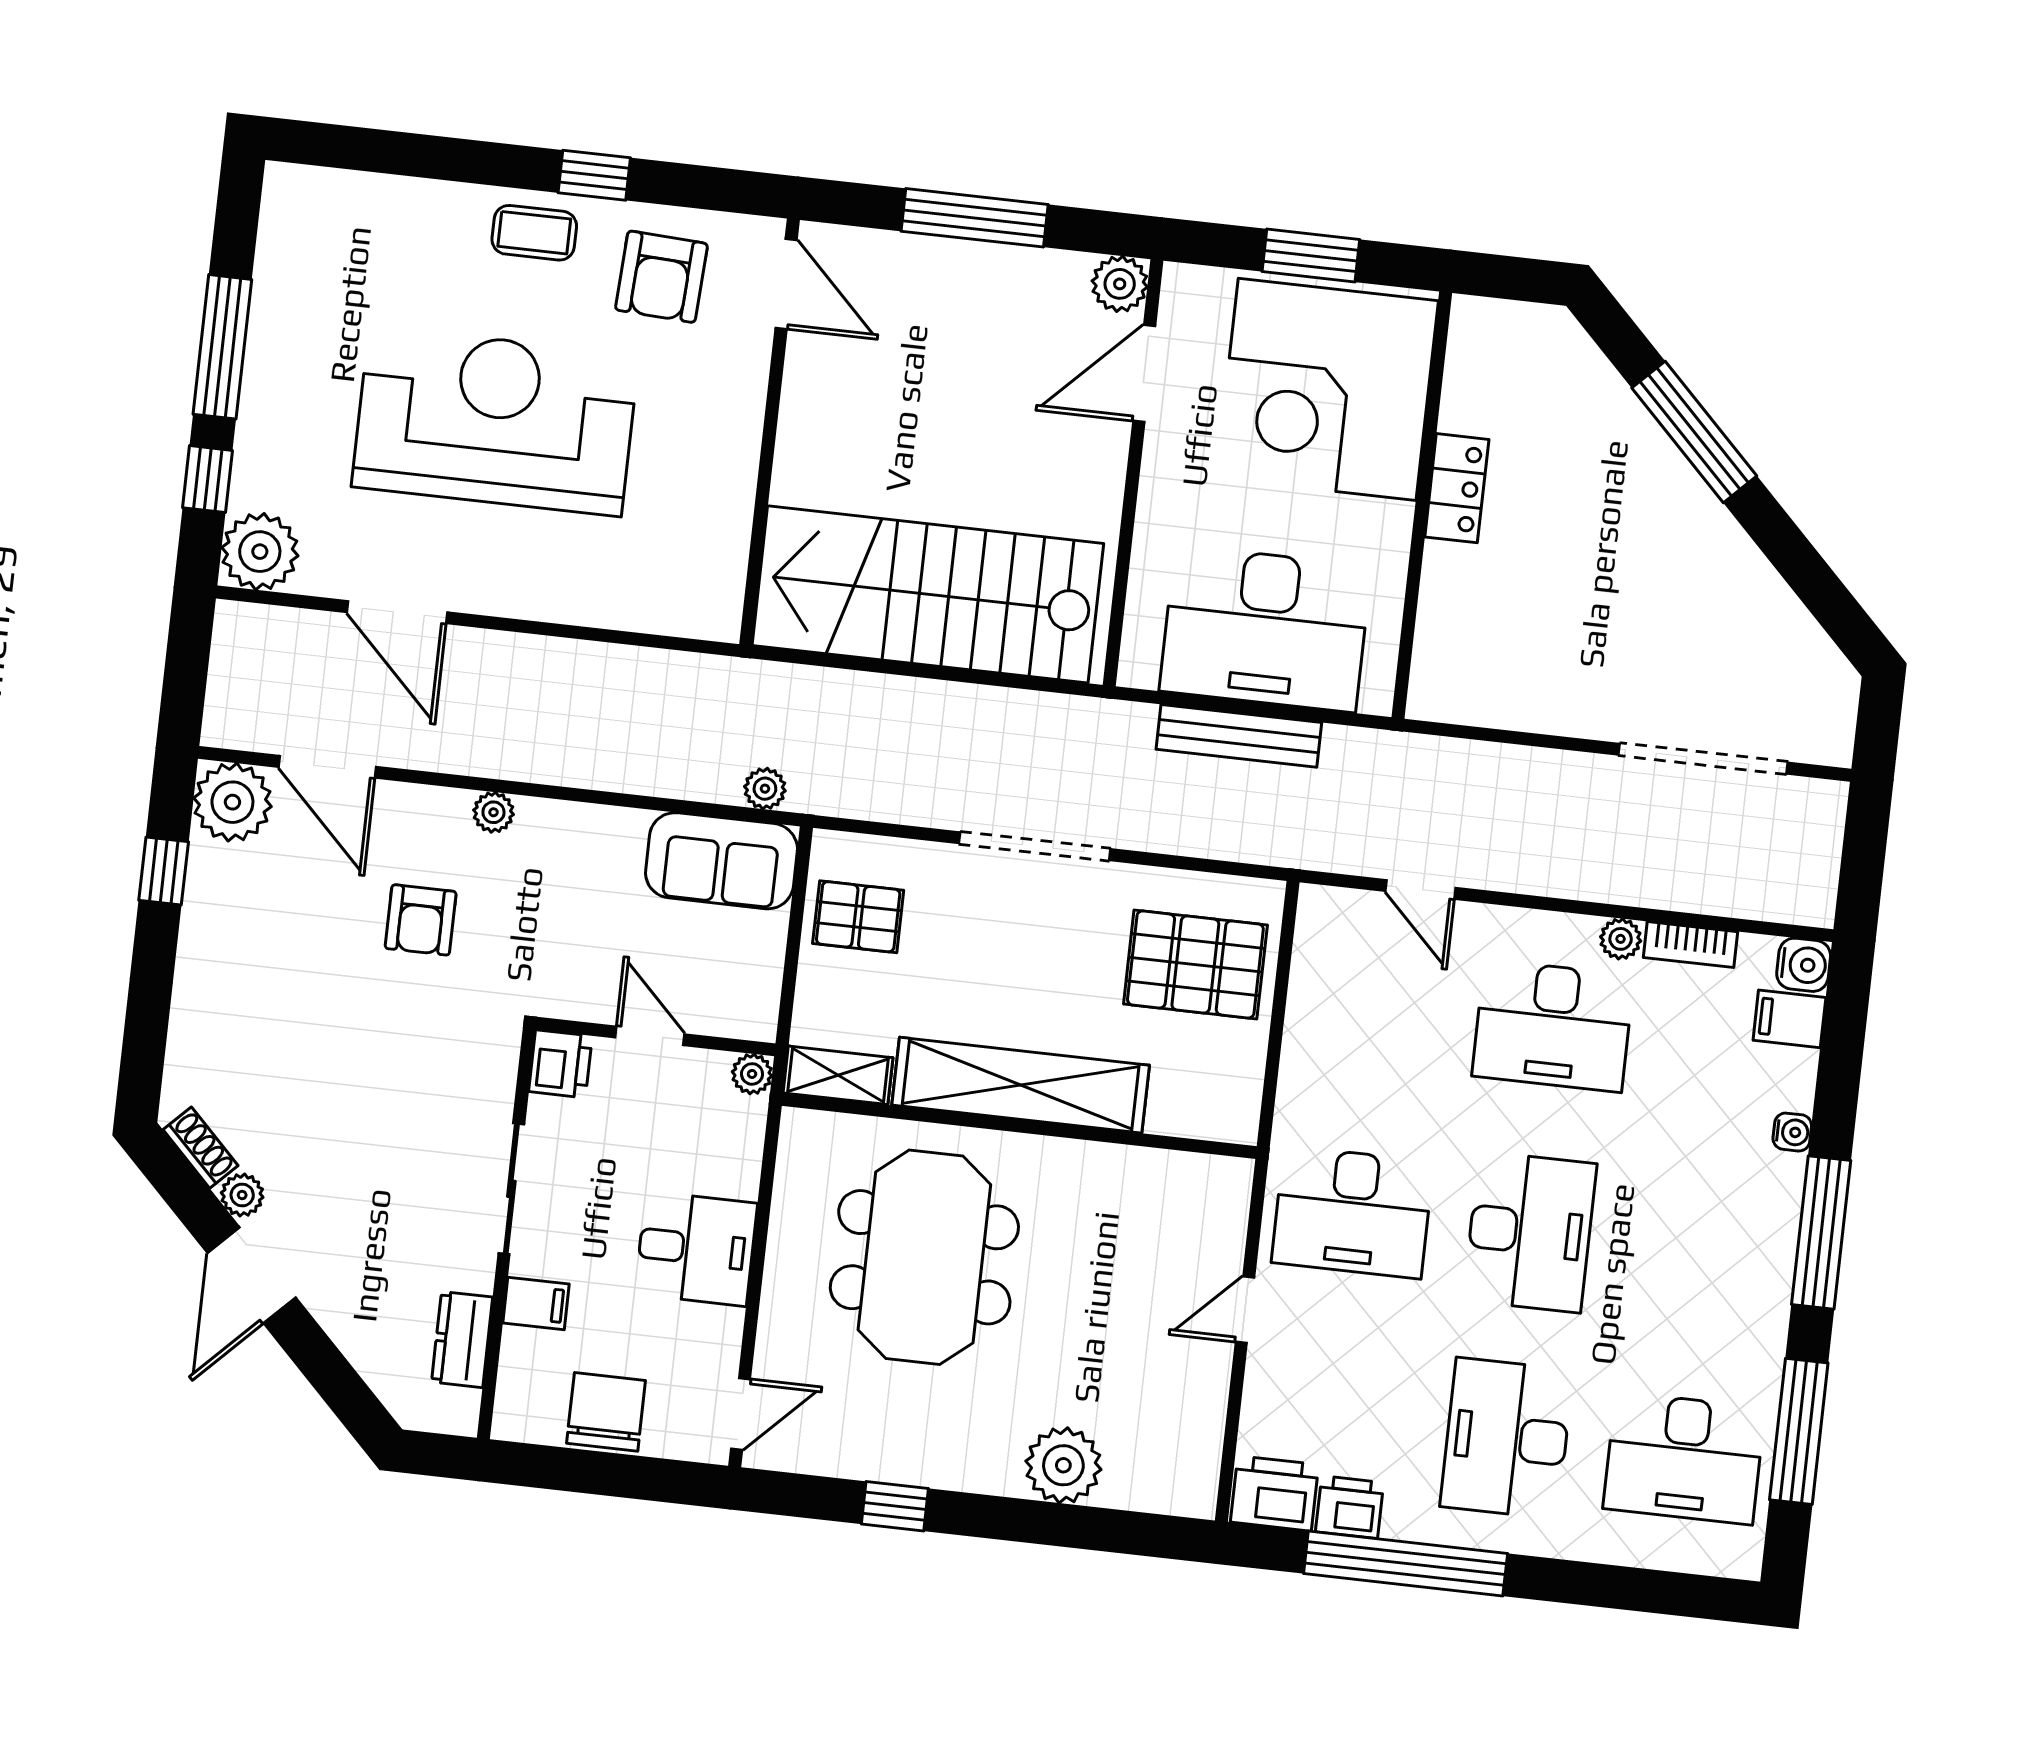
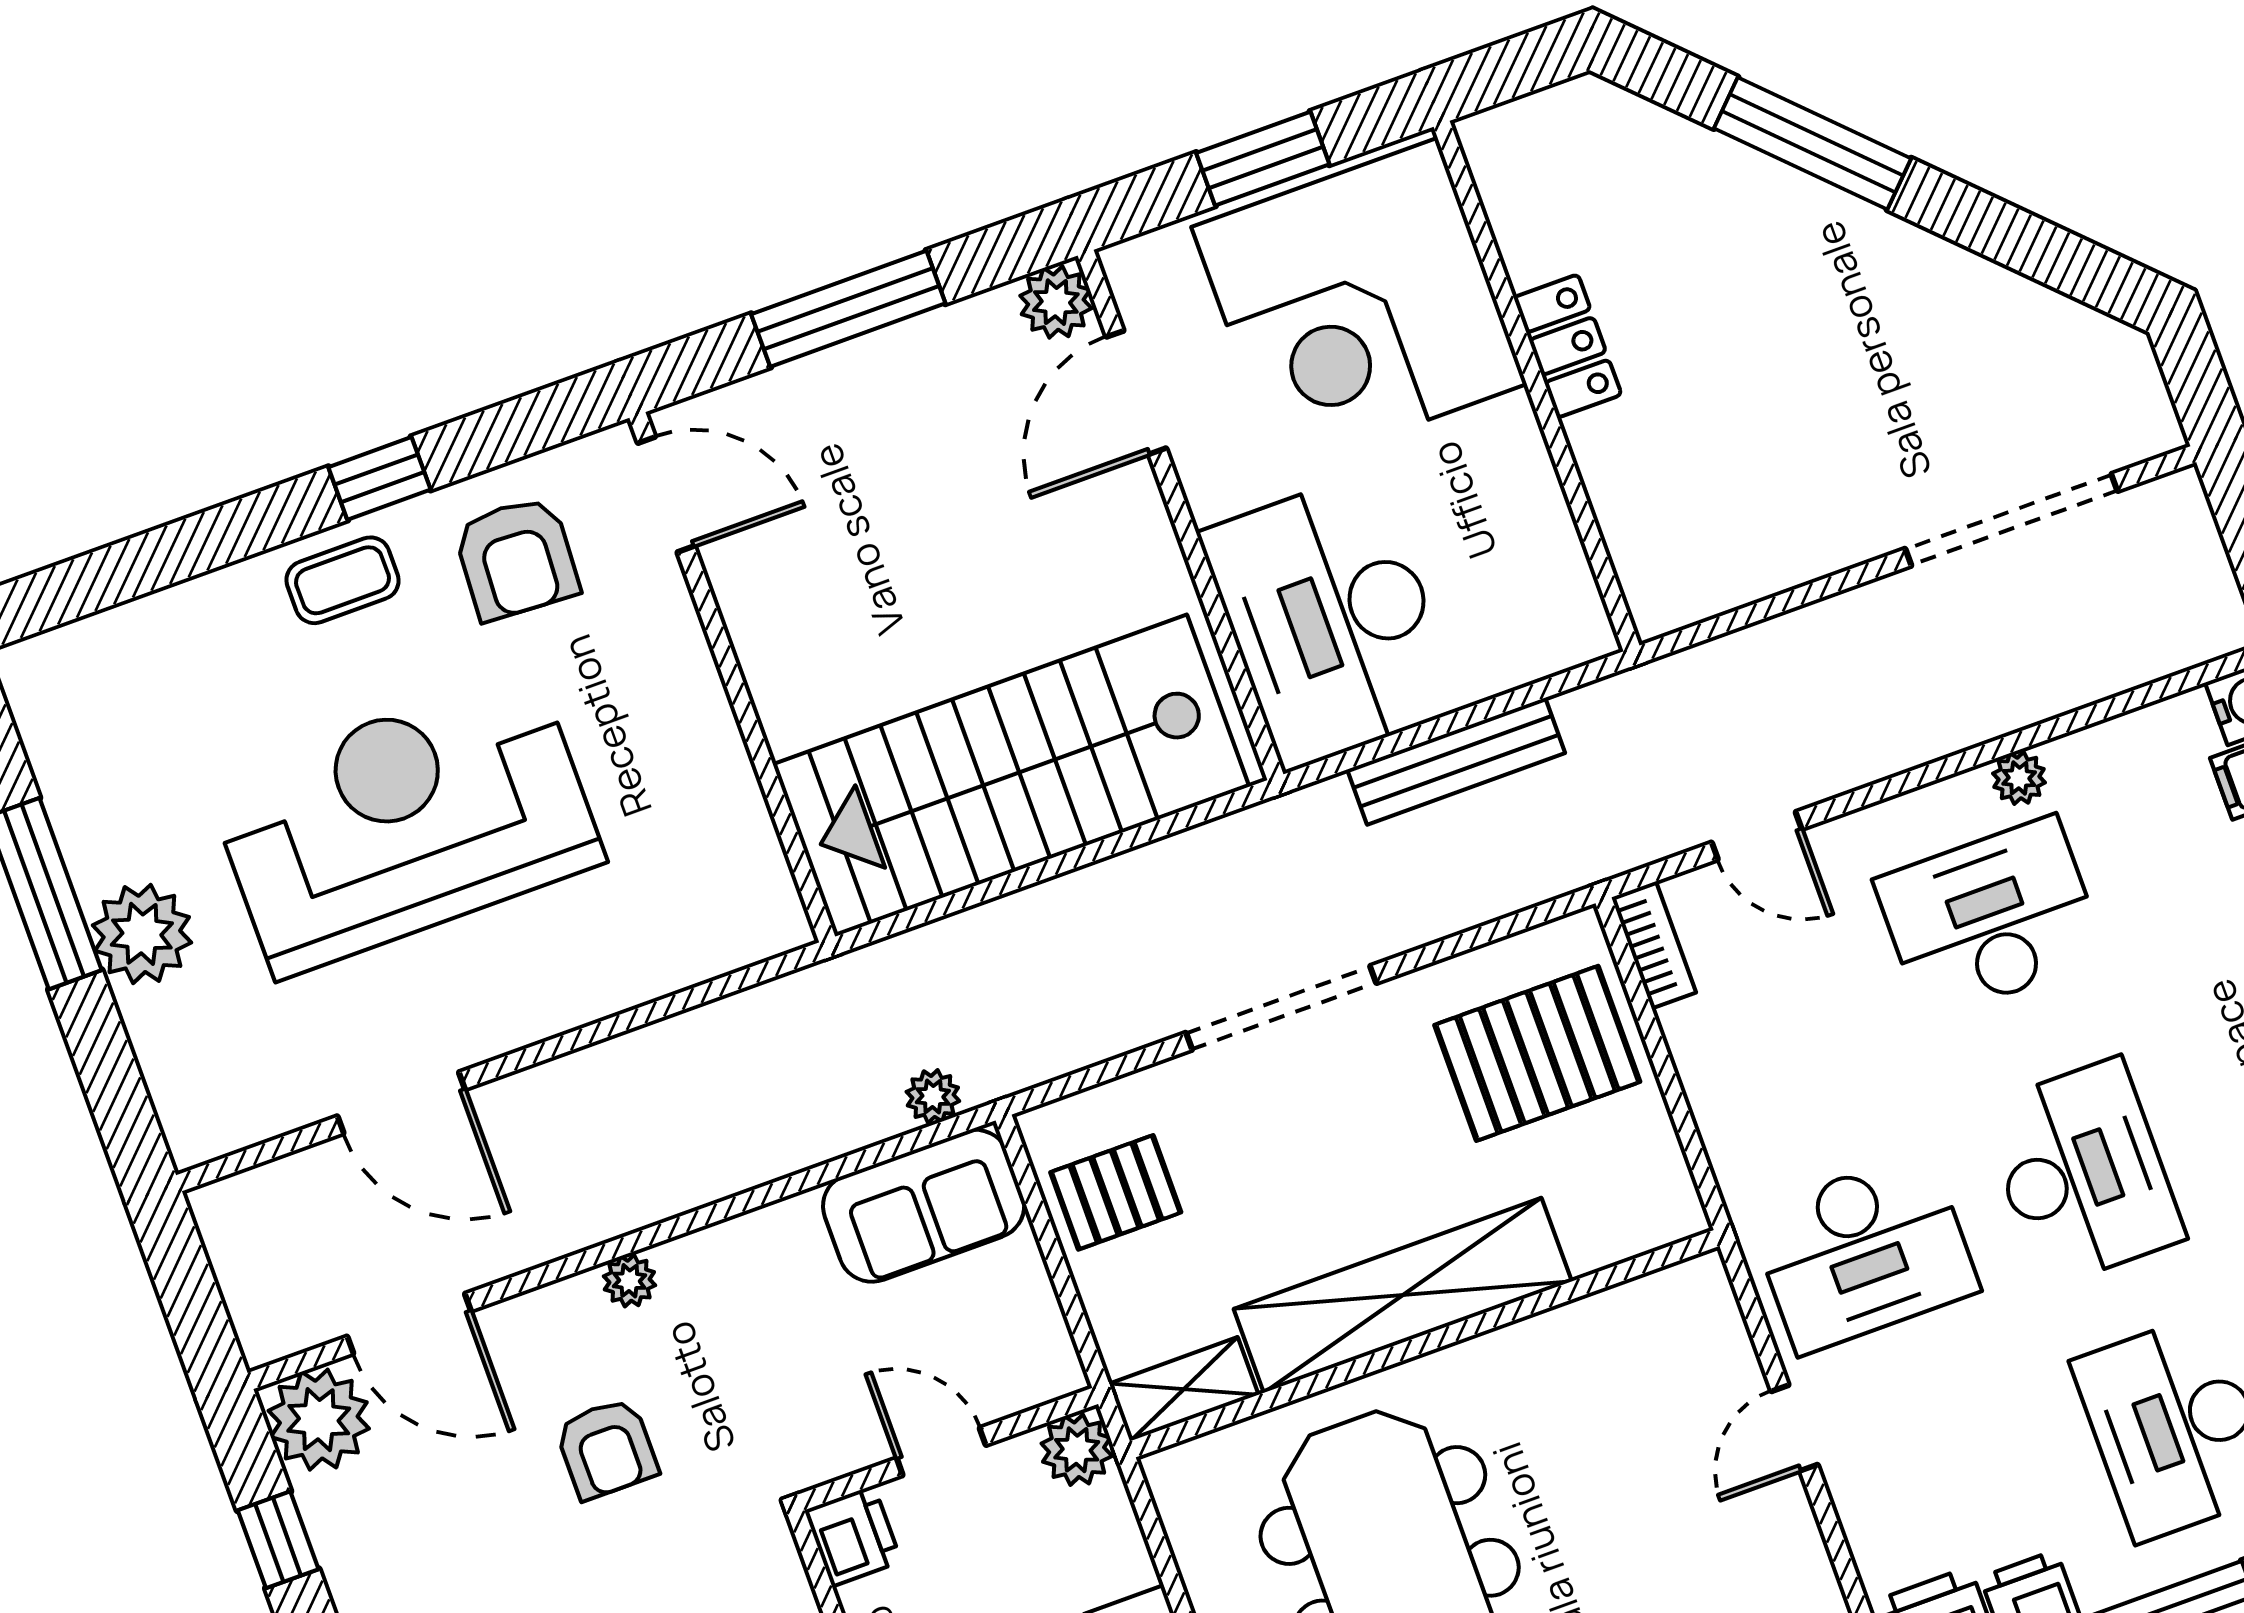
window: (208, 479) -> (103, 1057), removed
plant: (260, 552) -> (142, 934), moved
desk: (1265, 629) -> (1330, 621), moved, turned 90
bookcase: (1690, 945) -> (1654, 945), moved, turned -90
desk: (1553, 1026) -> (1990, 919), turned 180
plant: (752, 1074) -> (1077, 1450), width x1.38, depth x1.38

